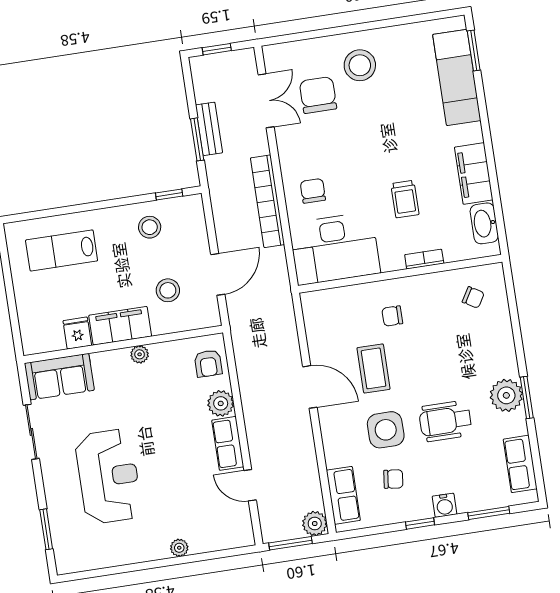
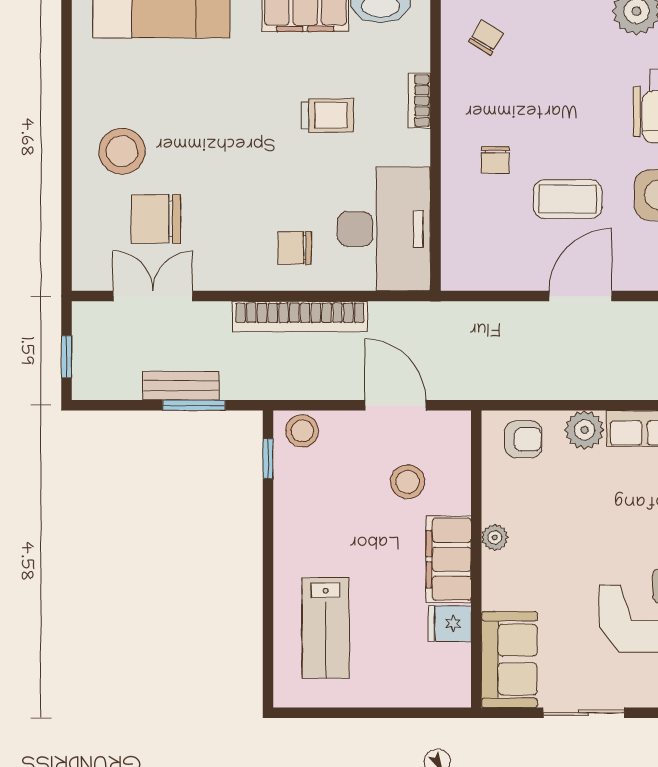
stool: (150, 227) -> (302, 431), moved

